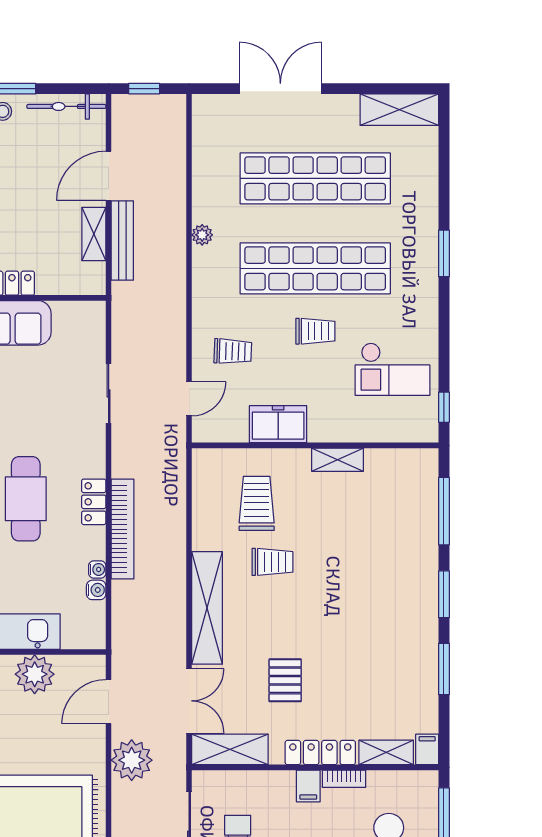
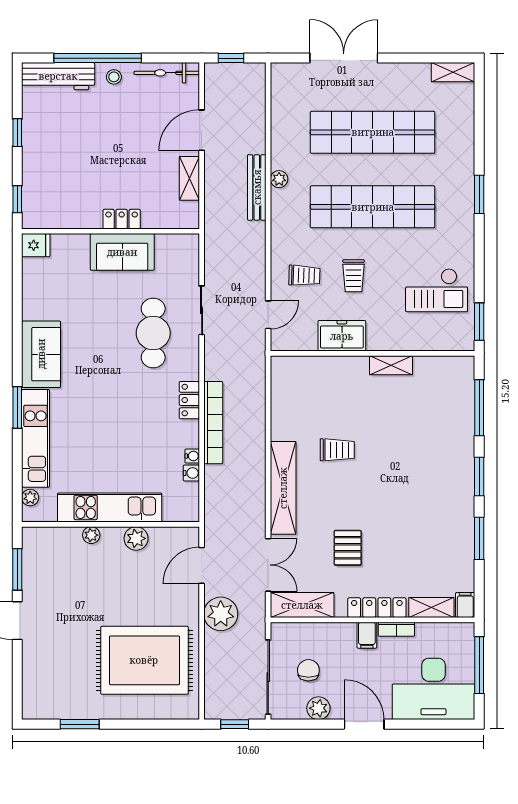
shelving: (399, 110) -> (453, 72), width x0.67, depth x0.75
bench: (122, 240) -> (257, 187), moved
trolley: (315, 331) -> (354, 276), moved, turned 90
window: (444, 407) -> (479, 322), width x1.50
cafe table: (26, 499) -> (153, 333), moved
trolley: (257, 503) -> (324, 401), removed
plant: (35, 674) -> (136, 538), width x0.73, depth x0.73

